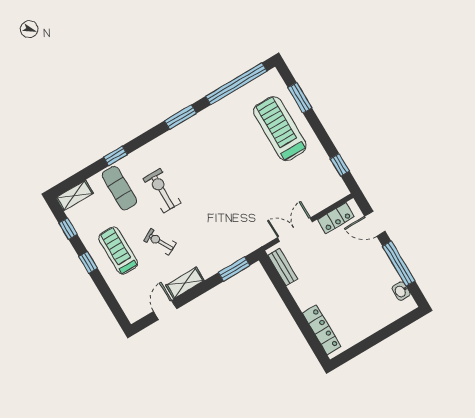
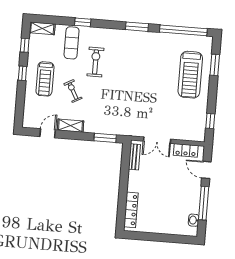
treadmill: (280, 129) -> (190, 75), turned 180
double door: (295, 230) -> (157, 140), swing flipped
treadmill: (118, 251) -> (45, 79), turned 180

